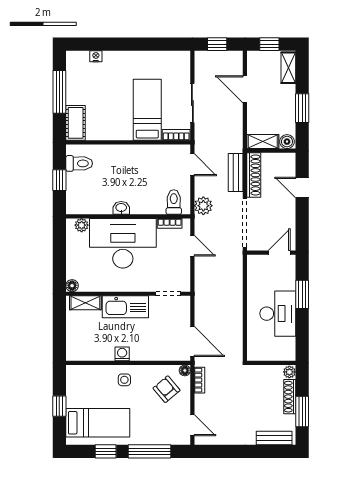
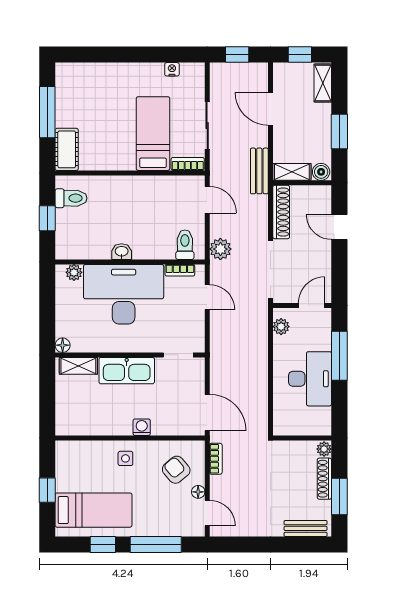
nightstand: (96, 56) -> (172, 69), moved
bench: (236, 172) -> (259, 171), moved
plant: (254, 270) -> (281, 327), added
window: (302, 294) -> (339, 356), width x1.44
washing machine: (122, 354) -> (142, 427), moved
floor lamp: (185, 370) -> (198, 492), moved

